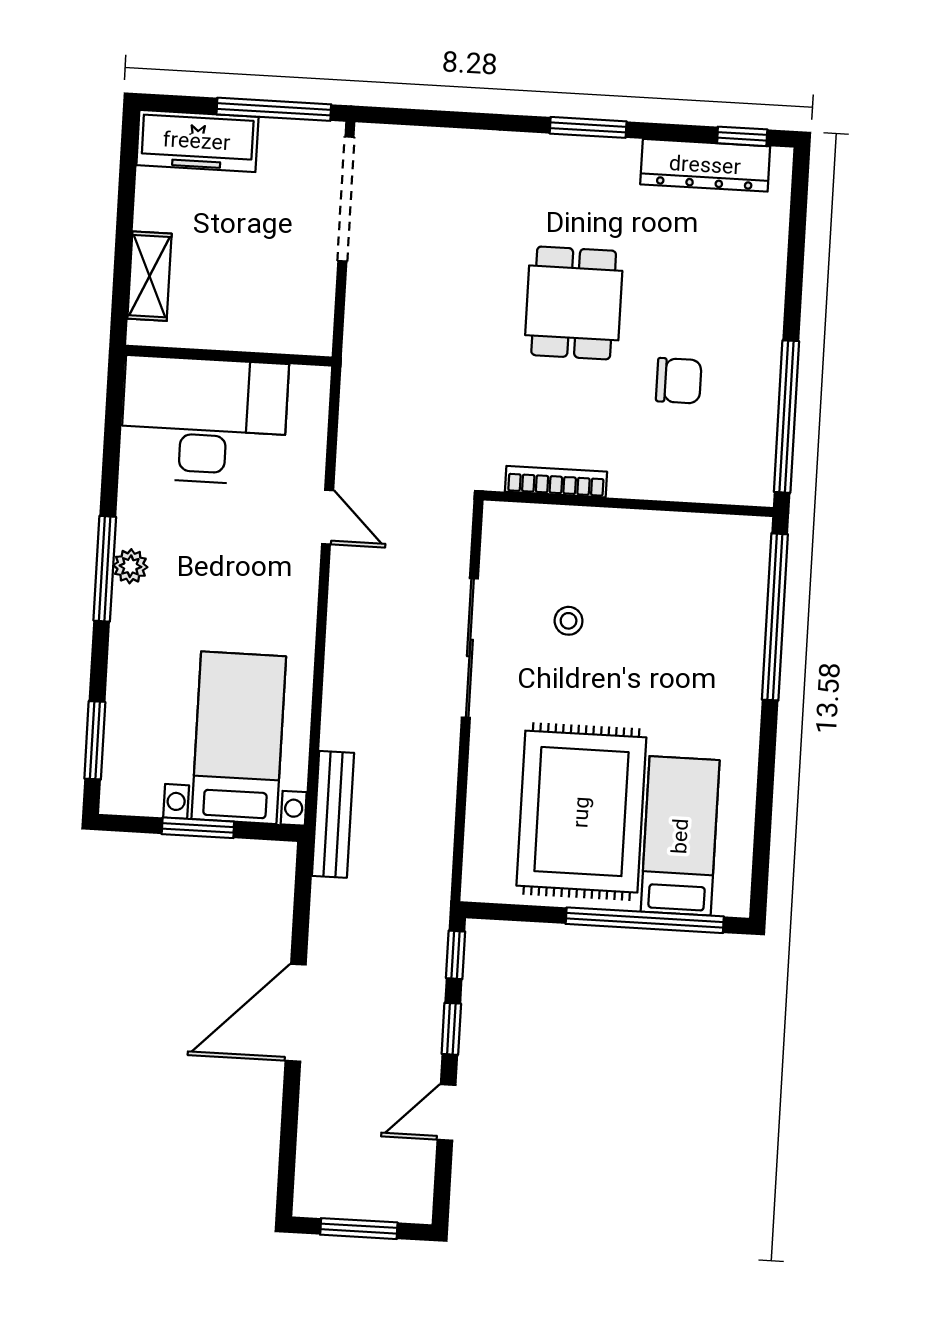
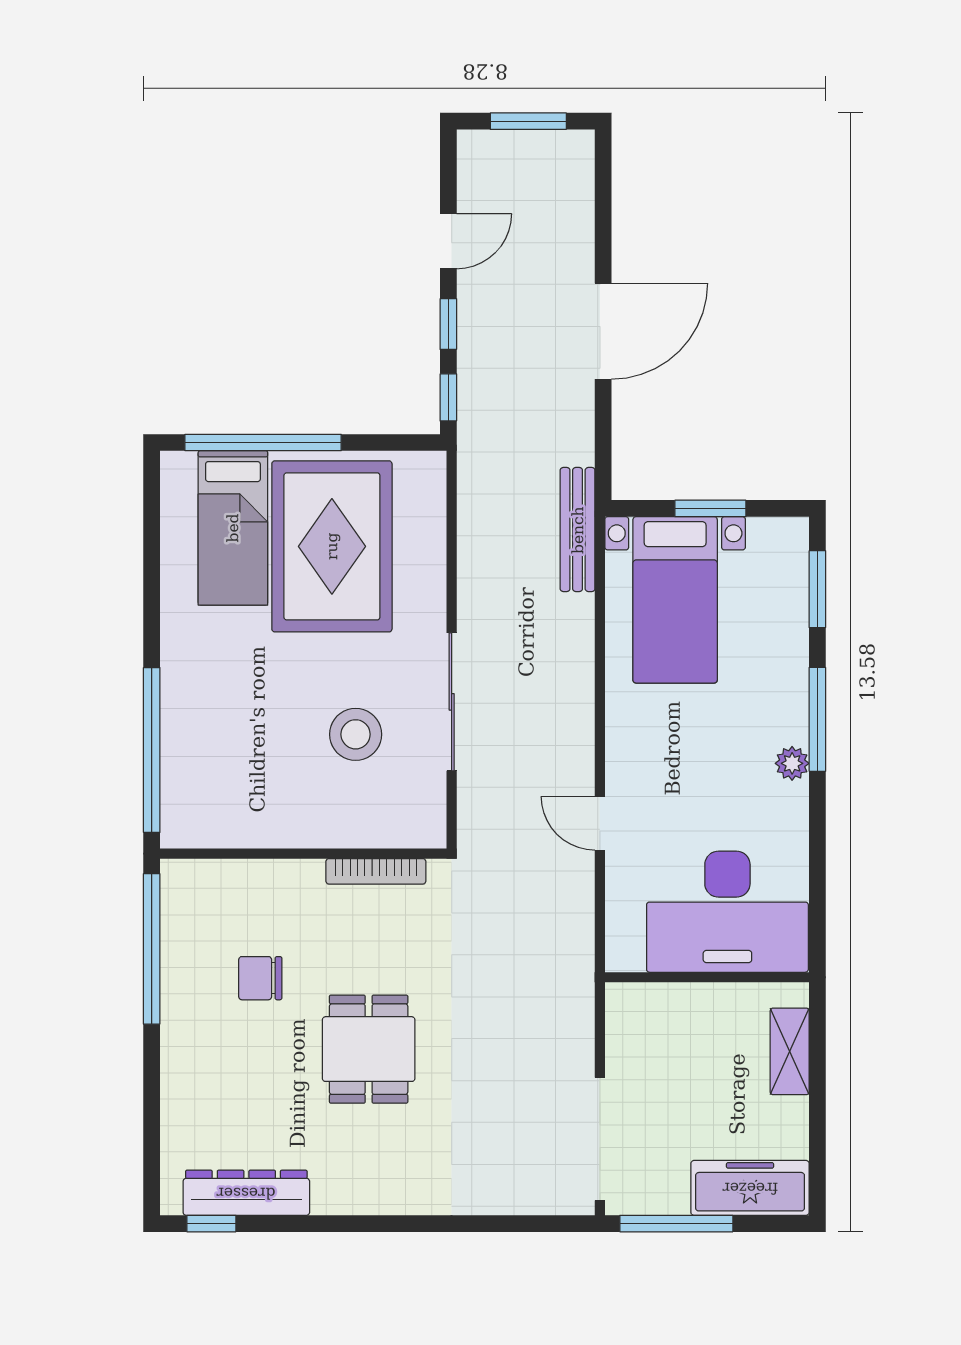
window: (588, 127) -> (364, 1224), removed
window: (105, 569) -> (817, 719), moved
stool: (569, 621) -> (356, 734), width x1.89, depth x1.89

